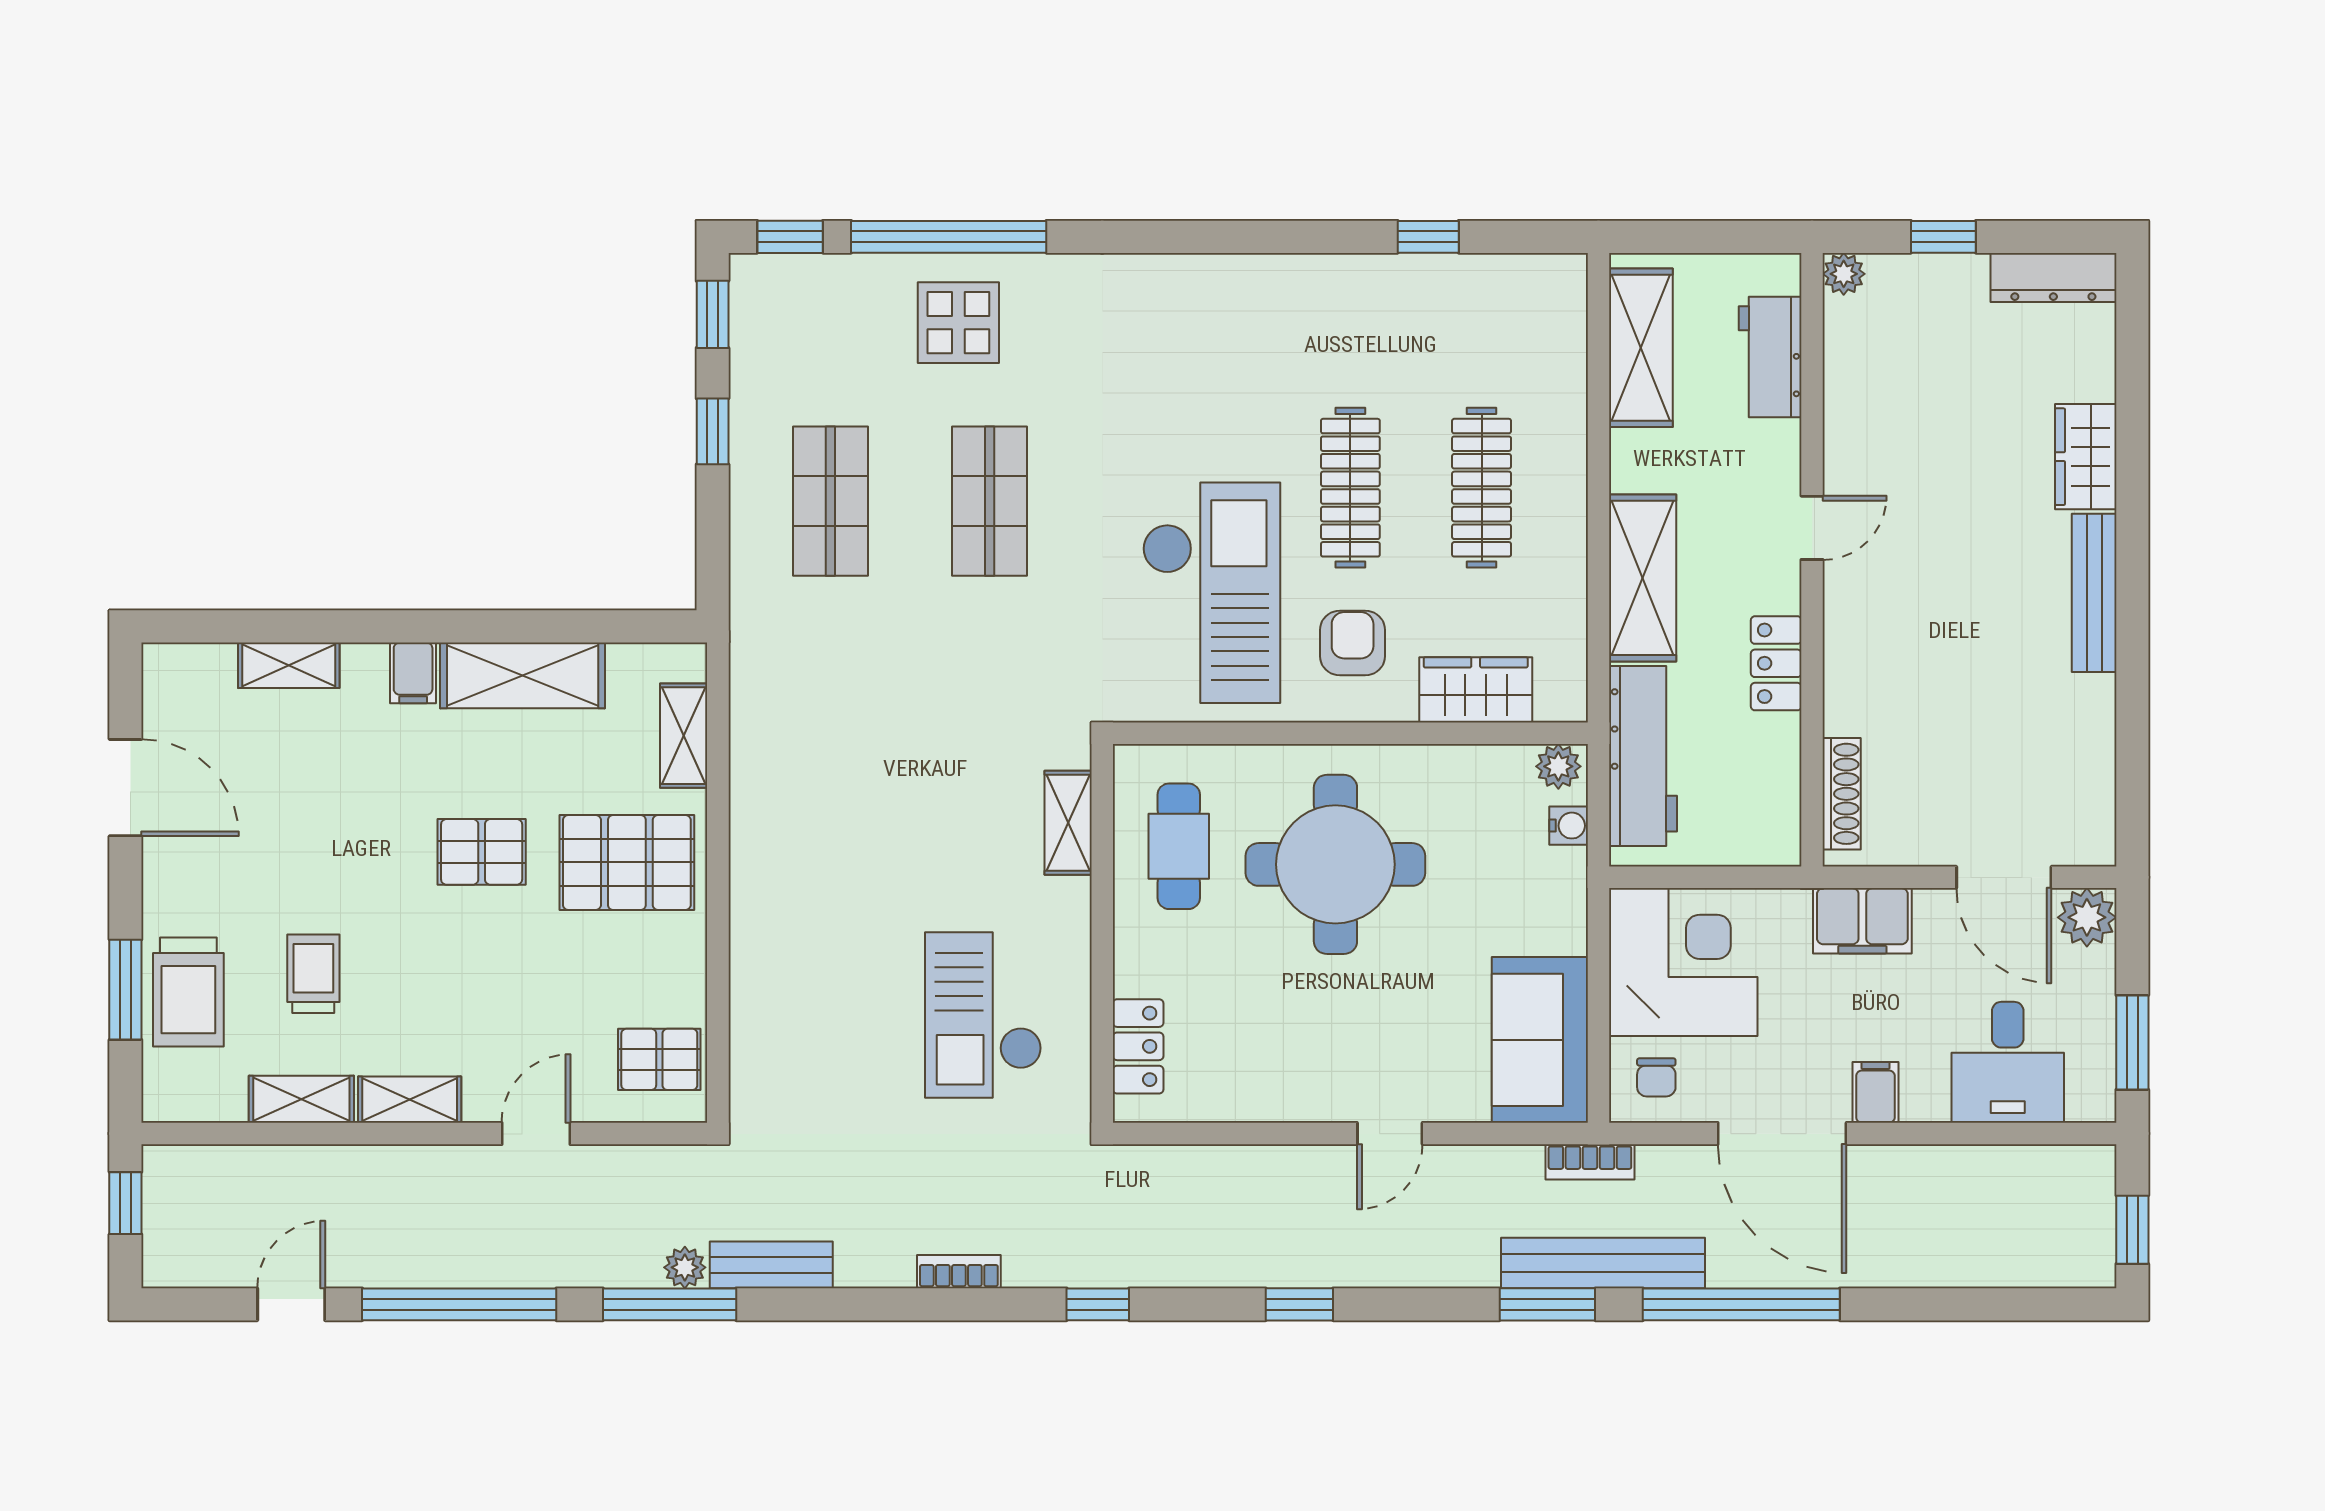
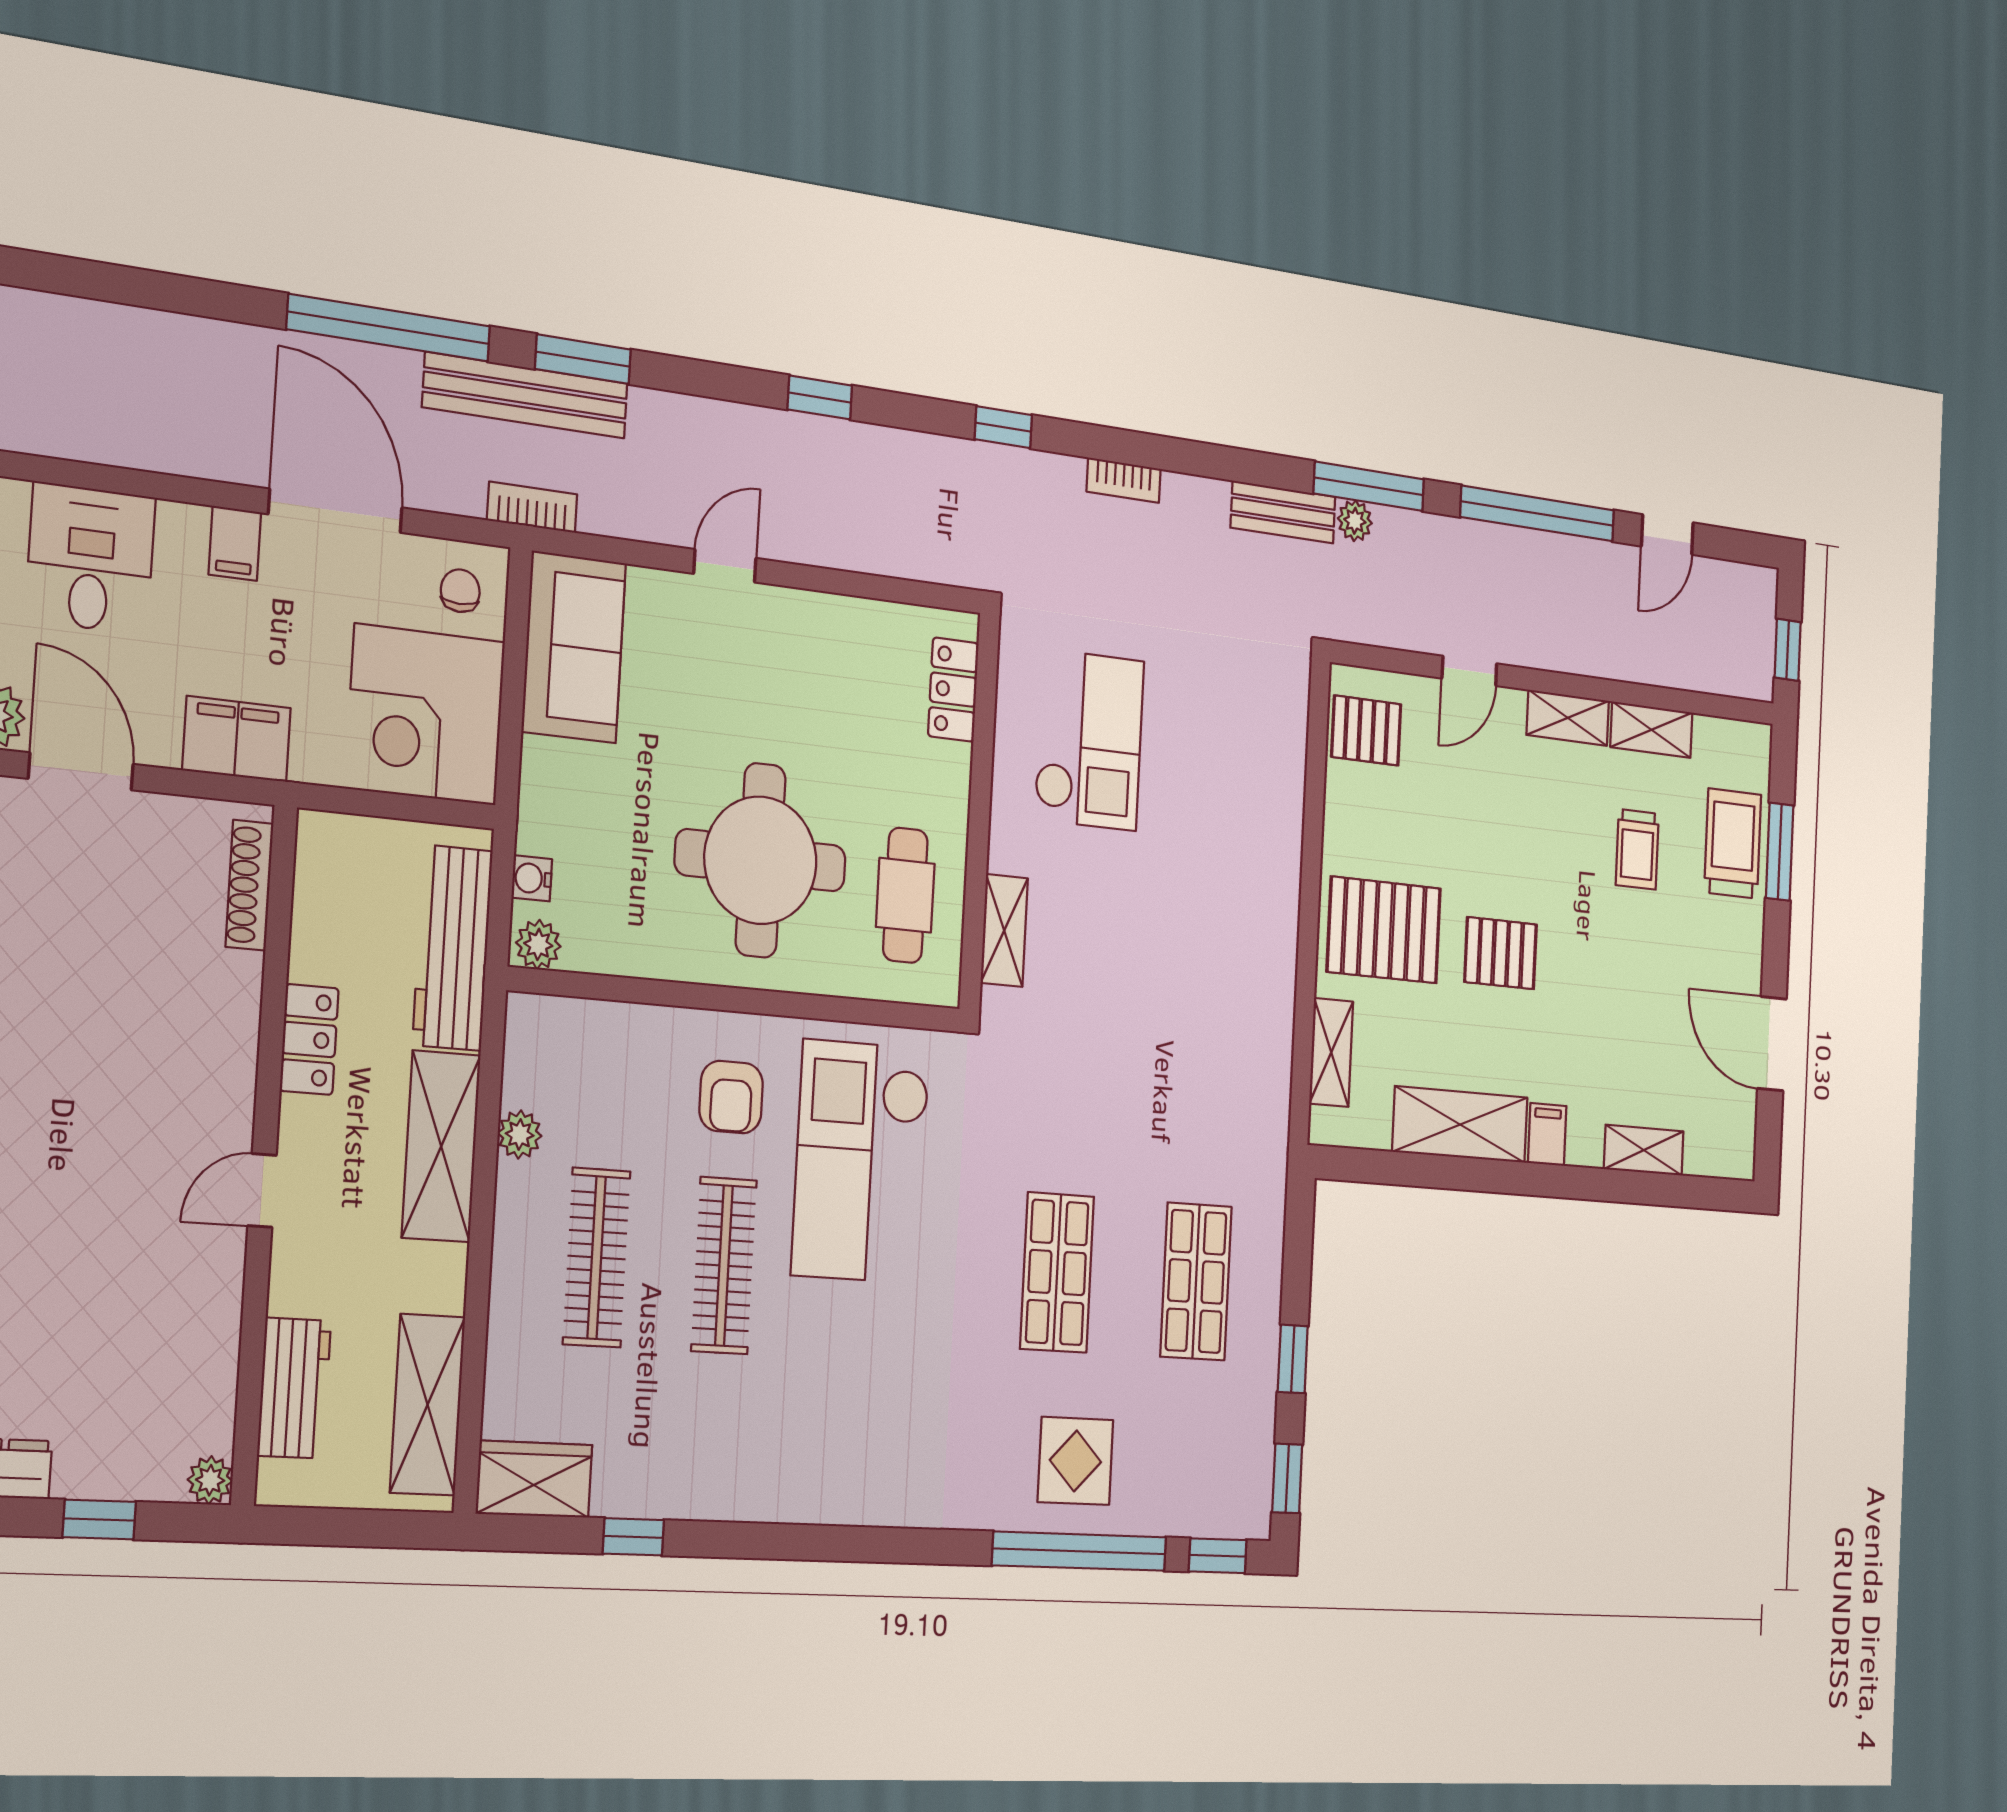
plant: (1566, 594) -> (520, 1135), added
wardrobe: (1476, 690) -> (534, 1479), moved, turned 180

